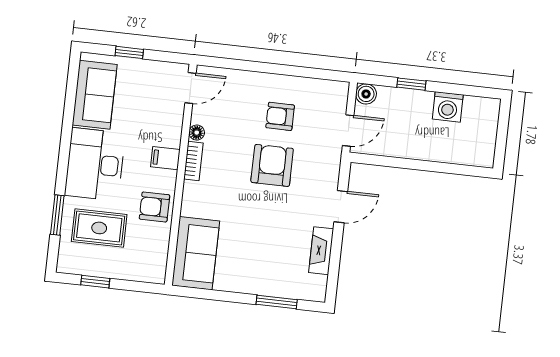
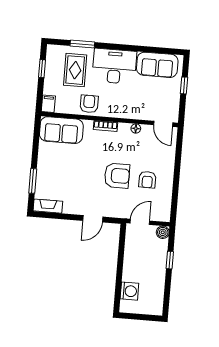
washing machine: (448, 107) -> (129, 291), moved, turned 180
armchair: (280, 116) -> (147, 180), turned 180
door: (348, 130) -> (140, 222), swing flipped
filing cabinet: (165, 158) -> (48, 104), moved
bookcase: (193, 161) -> (105, 126), moved
door: (341, 207) -> (93, 219), hinge flipped
fireplace: (321, 251) -> (48, 206), moved

